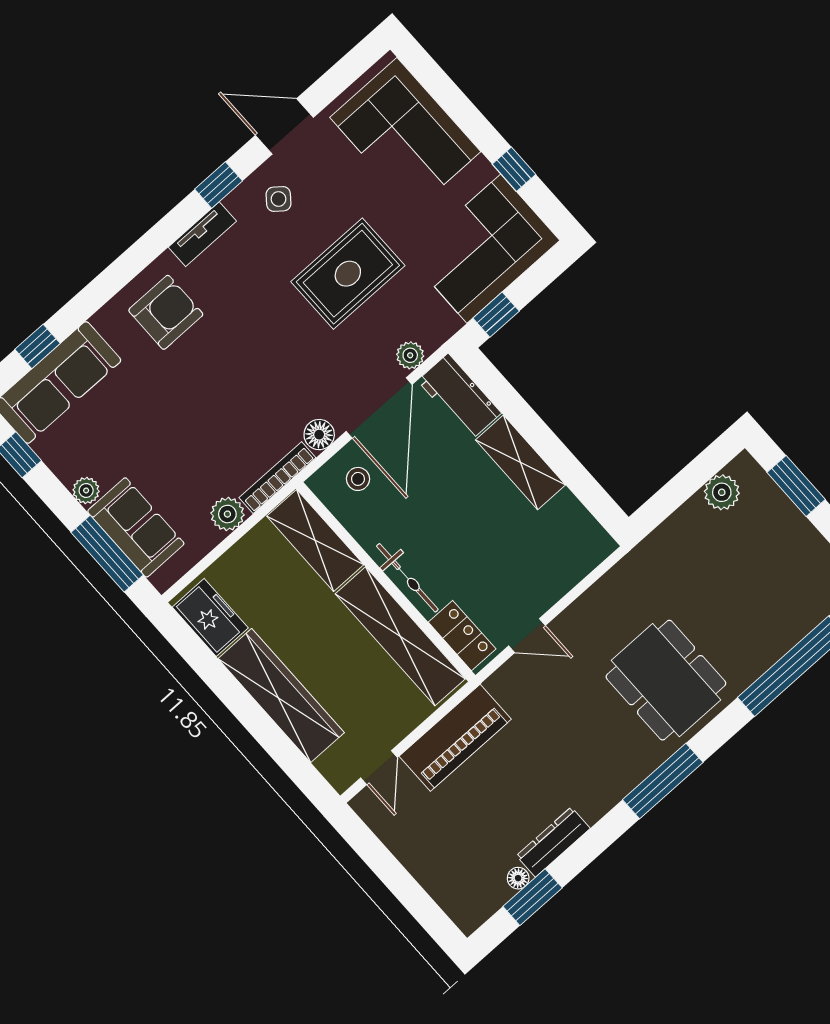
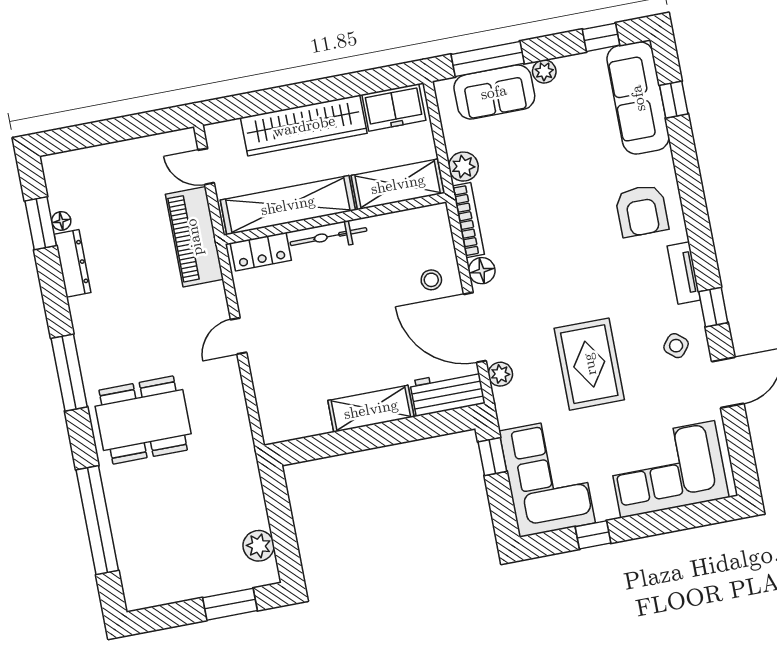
shelving: (315, 540) -> (398, 184), moved
bicycle: (407, 578) -> (328, 237), moved
wall: (386, 582) -> (335, 219), moved
shelving: (400, 636) -> (288, 205), moved
locker: (462, 636) -> (261, 252), moved

